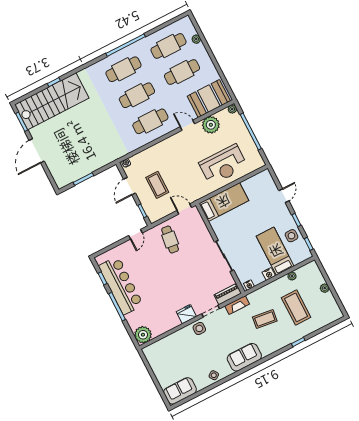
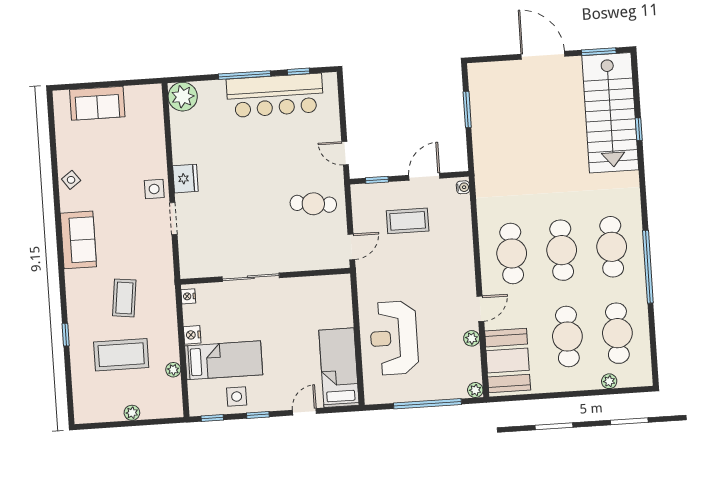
plant: (211, 125) -> (472, 338), width x0.53, depth x0.53
door: (130, 186) -> (424, 177), hinge flipped
door: (284, 196) -> (304, 412), swing flipped
bed: (224, 202) -> (339, 368), moved, turned 180
piano: (228, 294) -> (188, 257), removed
fireplace: (237, 305) -> (165, 264), removed
sofa: (180, 391) -> (97, 103), moved, turned 90

